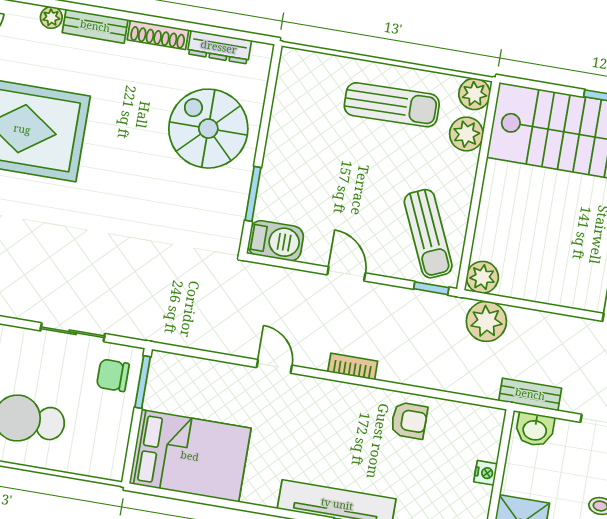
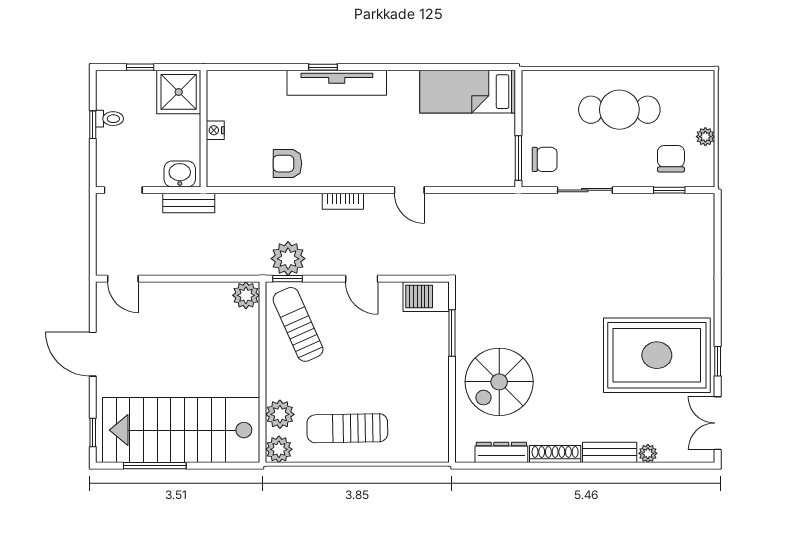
spiral stairs: (208, 129) -> (499, 382), turned 90
plant: (486, 321) -> (288, 259), moved
bed: (190, 456) -> (468, 92), width x0.67

